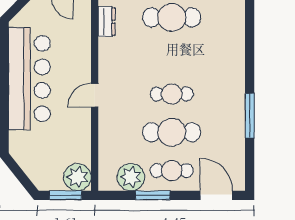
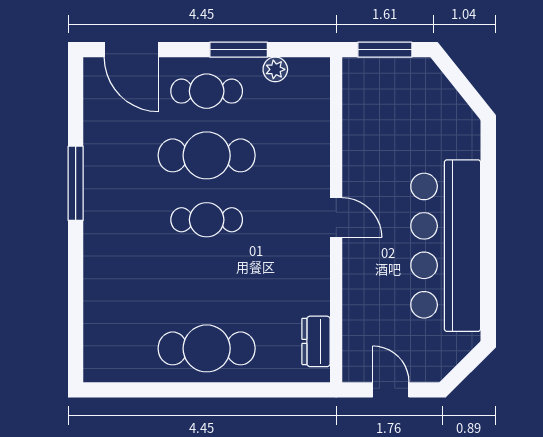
door: (95, 95) -> (336, 218), hinge flipped
plant: (77, 177) -> (365, 80), removed
plant: (131, 177) -> (275, 69), width x0.53, depth x0.53

